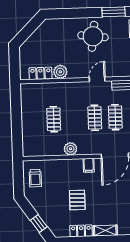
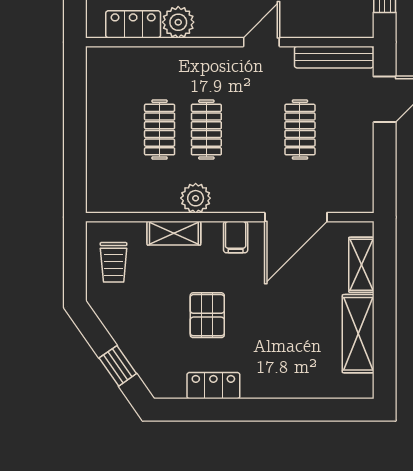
clothes rail: (95, 118) -> (206, 130), moved
shelving: (105, 231) -> (174, 233), moved

